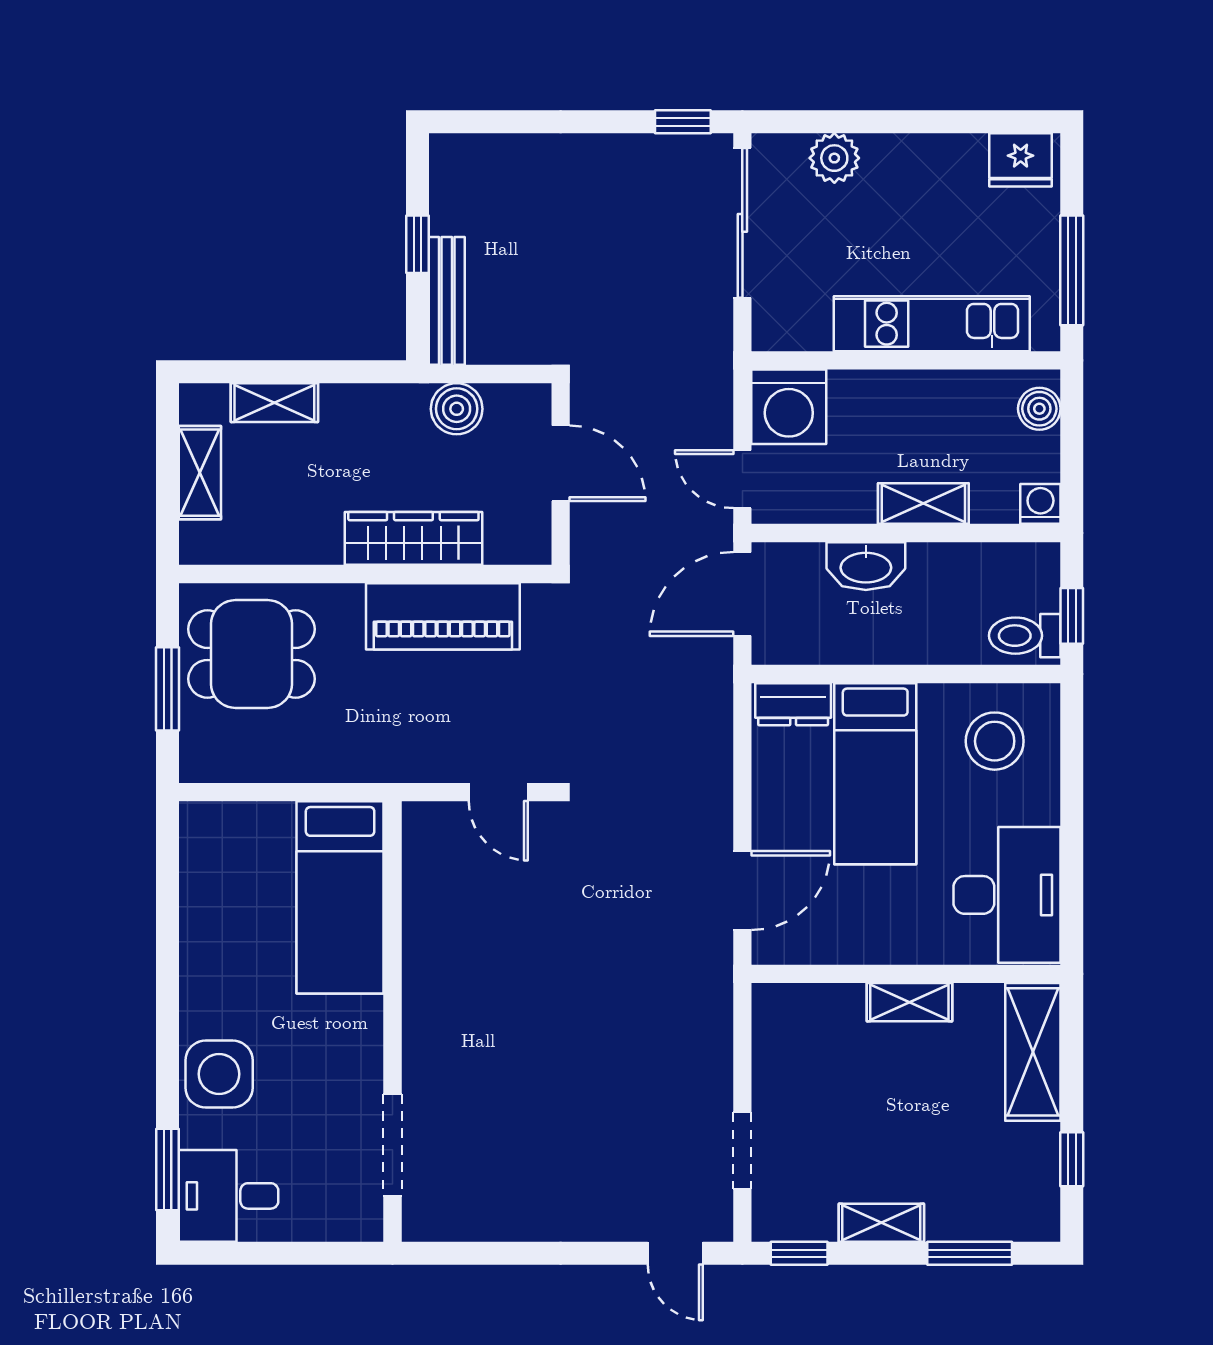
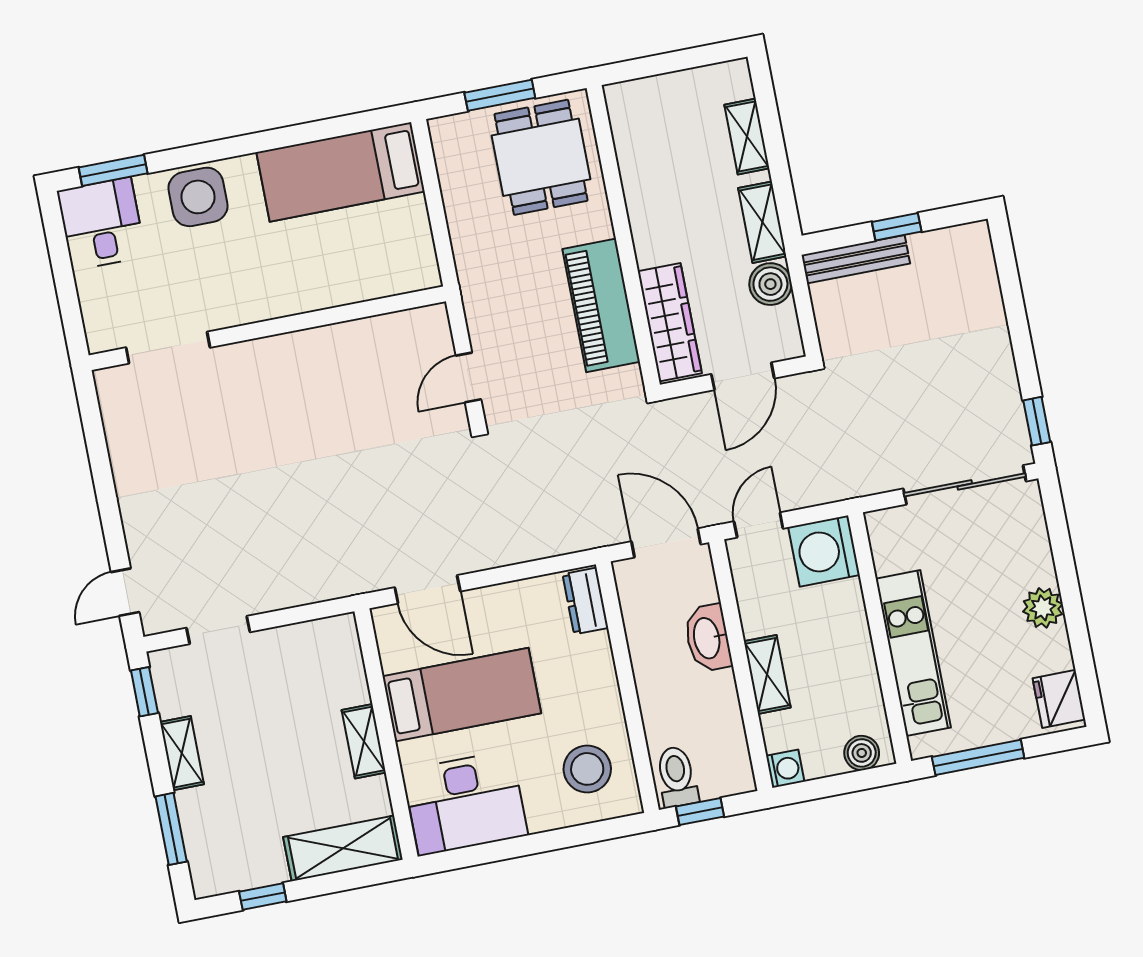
plant: (834, 158) -> (1043, 608), moved
shelving: (200, 473) -> (762, 222), moved, turned 90
wardrobe: (413, 538) -> (670, 322), moved
bed: (875, 774) -> (462, 695), moved, turned 180
bed: (340, 897) -> (341, 172), moved

